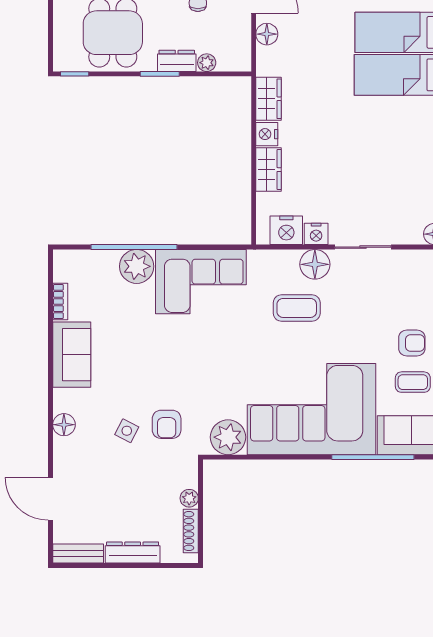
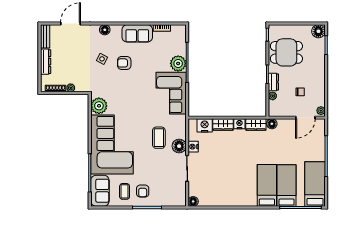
floor lamp: (267, 34) -> (272, 124), moved
nightstand: (286, 230) -> (205, 125), moved, turned 90
armchair: (167, 424) -> (124, 63), moved

